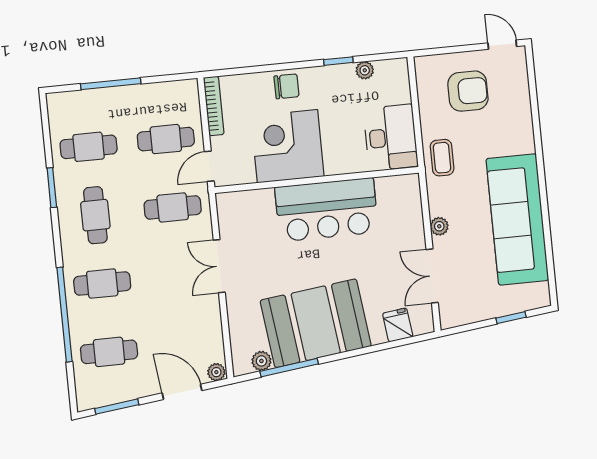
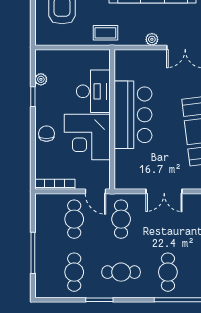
desk: (391, 137) -> (93, 91), moved, turned 90

